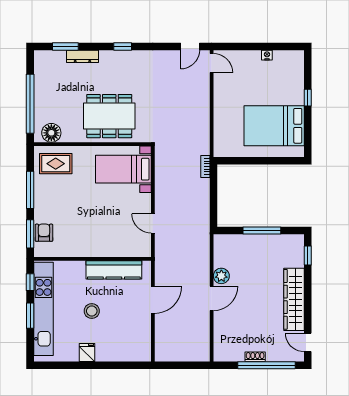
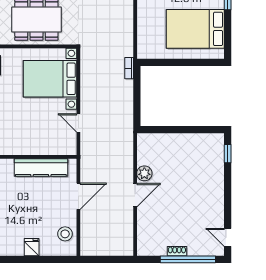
bed with nightstands: (123, 169) -> (50, 79), width x1.36
window: (262, 230) -> (183, 130), removed
wardrobe: (294, 299) -> (214, 196), removed
stool: (92, 311) -> (65, 234), moved
fridge: (87, 353) -> (32, 247), moved

